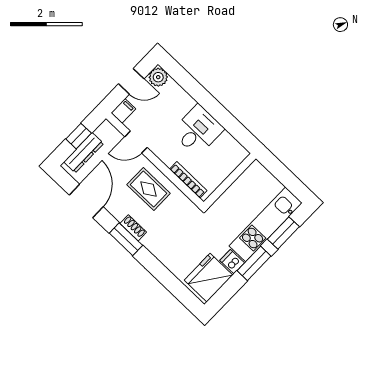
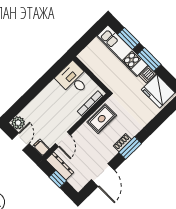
desk: (198, 130) -> (73, 79), moved
dresser: (84, 153) -> (60, 166), moved
rug: (149, 189) -> (102, 119), moved
door: (86, 201) -> (103, 175), swing flipped

